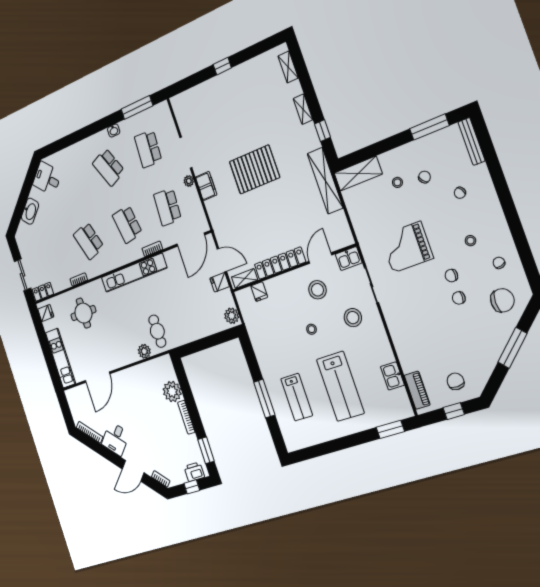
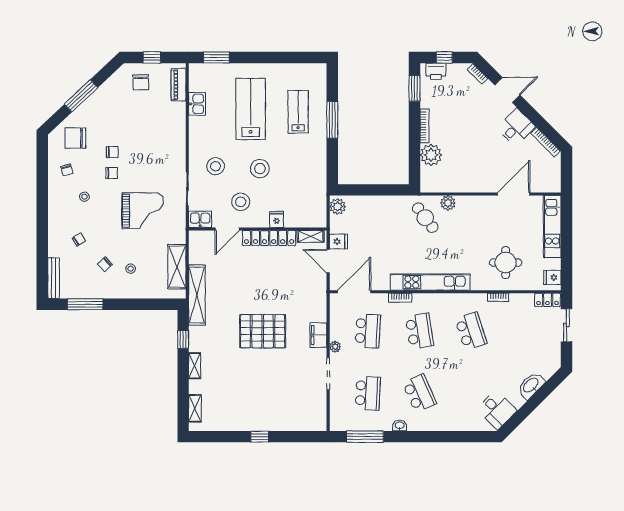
shelving: (358, 173) -> (177, 267), moved, turned 90
fridge: (259, 292) -> (277, 219), moved
stool: (311, 329) -> (260, 169), width x1.89, depth x1.89
cafe table: (157, 331) -> (425, 218), turned -37

